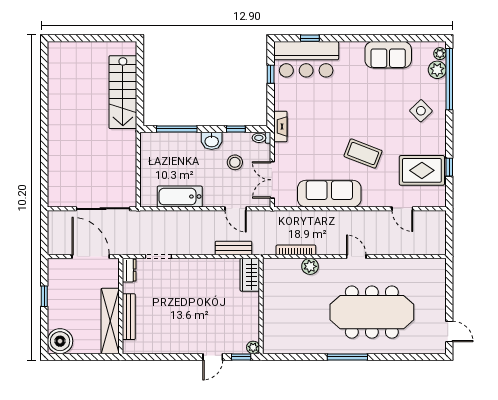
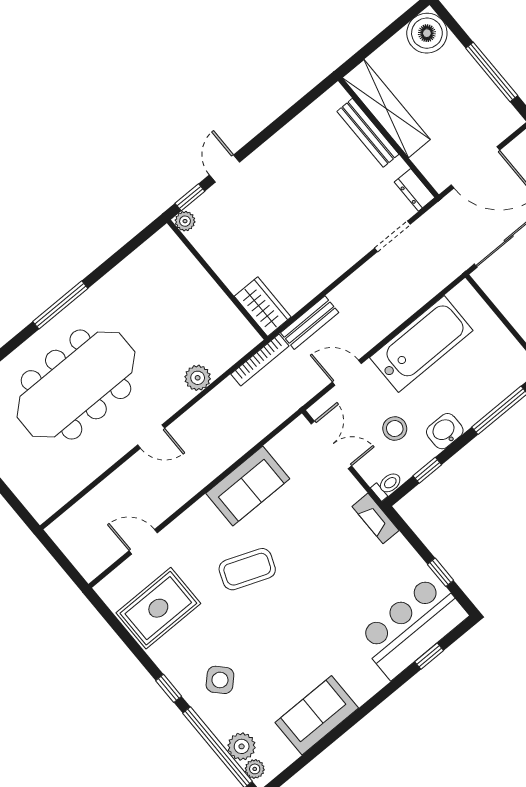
window: (449, 167) -> (169, 688), moved
sofa: (329, 194) -> (248, 486), width x0.73
bathtub: (180, 197) -> (421, 344), width x1.36, depth x1.36
bookcase: (296, 250) -> (260, 360), moved
window: (44, 296) -> (492, 72), width x2.17

